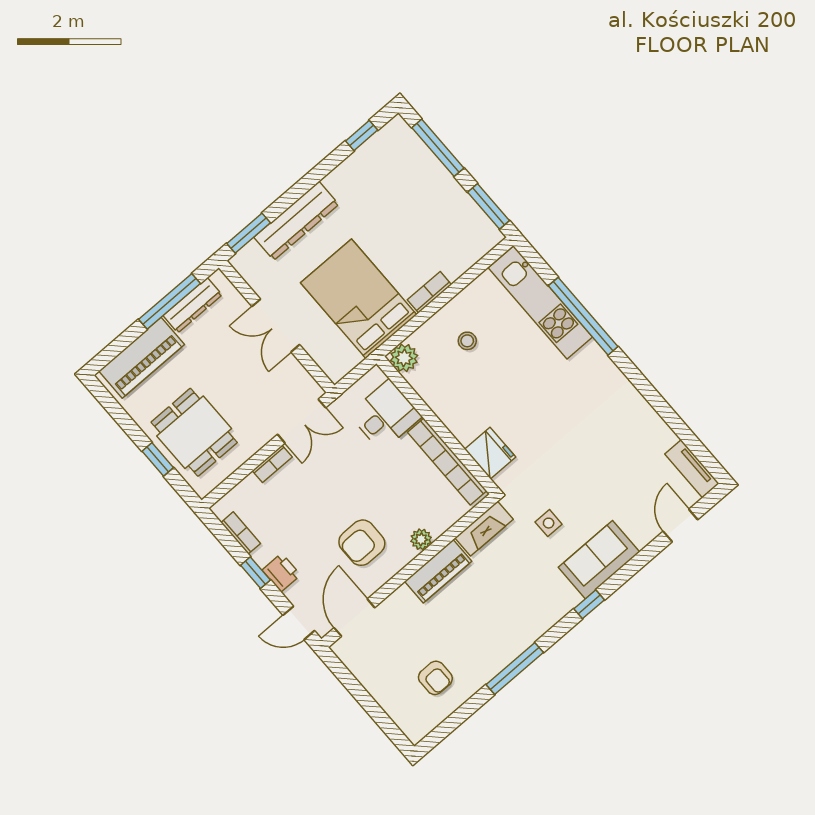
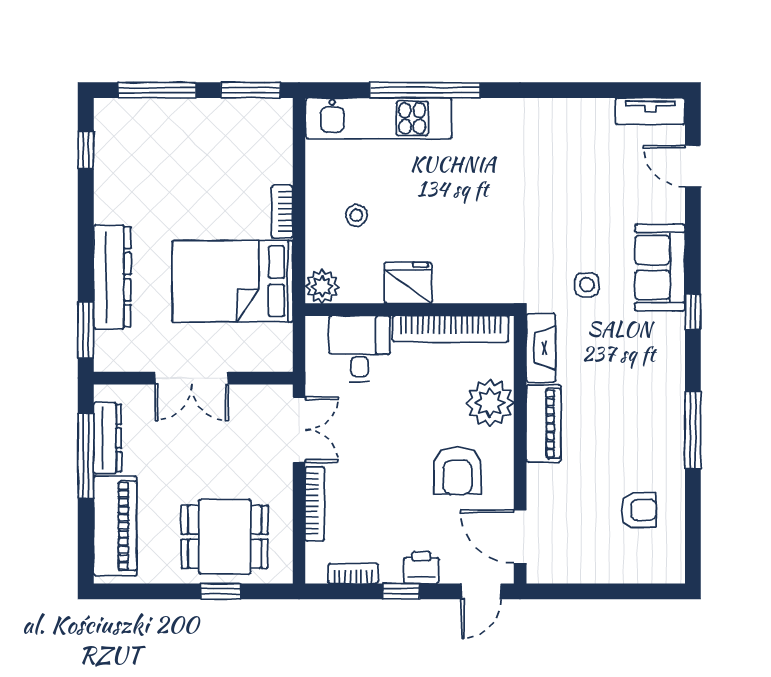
fridge: (490, 453) -> (408, 283), moved
bookcase: (272, 464) -> (315, 504), width x1.56
plant: (421, 539) -> (490, 403), width x1.87, depth x1.87

